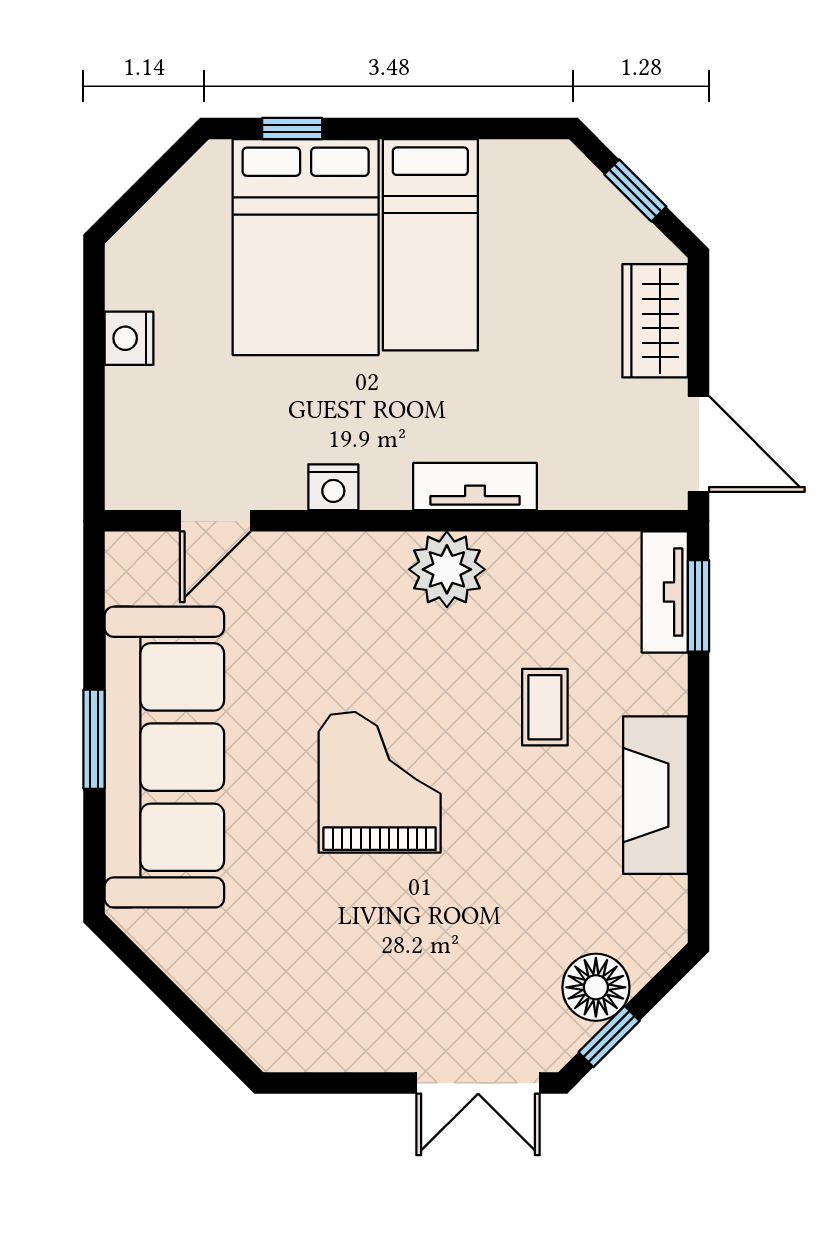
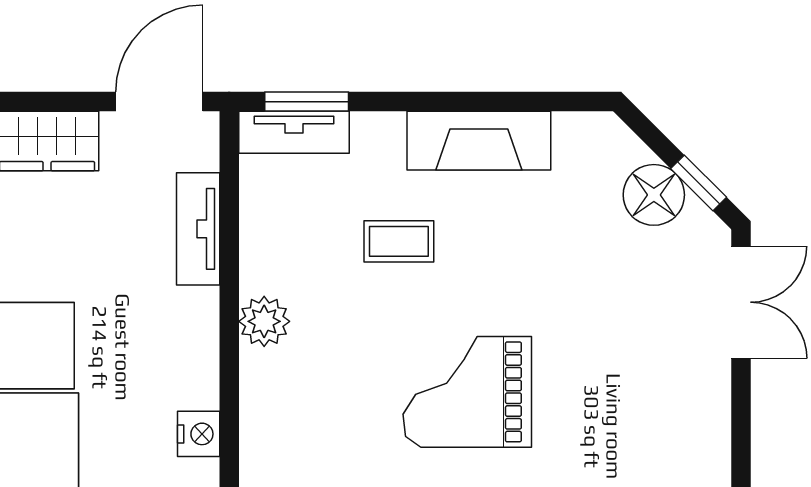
tv unit: (475, 487) -> (198, 229), moved
plant: (447, 569) -> (264, 321), width x0.73, depth x0.73

